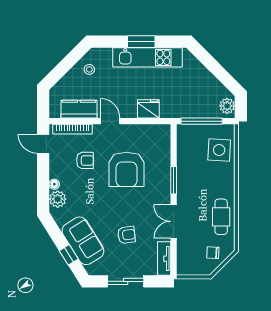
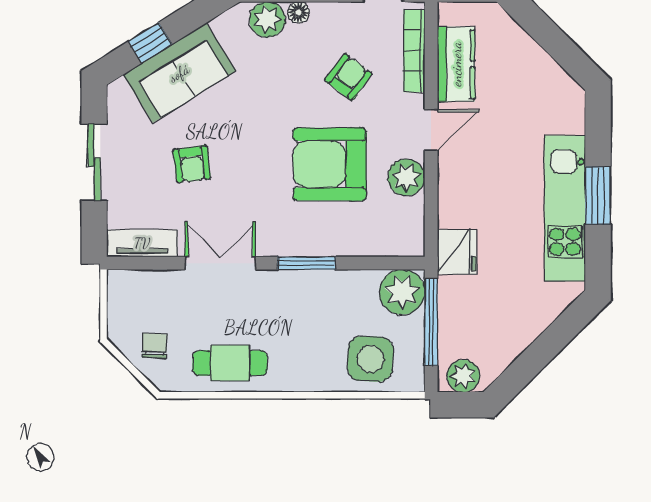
stool: (89, 69) -> (540, 86), removed
fridge: (148, 109) -> (457, 252), moved
plant: (133, 133) -> (406, 177), added
plant: (187, 135) -> (402, 292), added
armchair: (85, 160) -> (348, 77), turned -143

